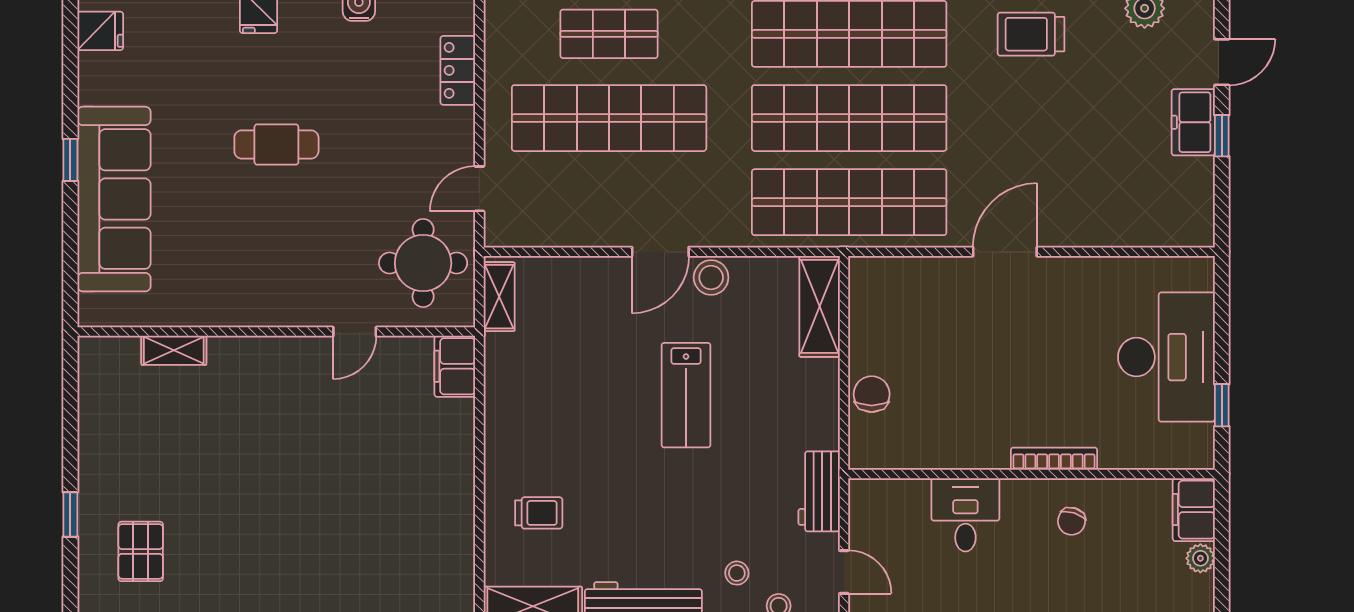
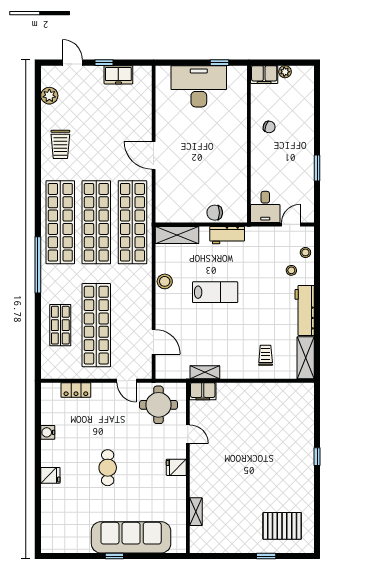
fridge: (100, 31) -> (176, 467), moved, turned -90
freezer: (1193, 122) -> (118, 75), moved
door: (660, 252) -> (154, 342), moved
shelving: (499, 297) -> (205, 372), moved
bookcase: (1054, 459) -> (242, 134), removed
workbench: (819, 491) -> (227, 235), moved
desk: (965, 515) -> (265, 207), moved, turned -90
pallet: (141, 551) -> (282, 526), width x1.50, depth x1.42

